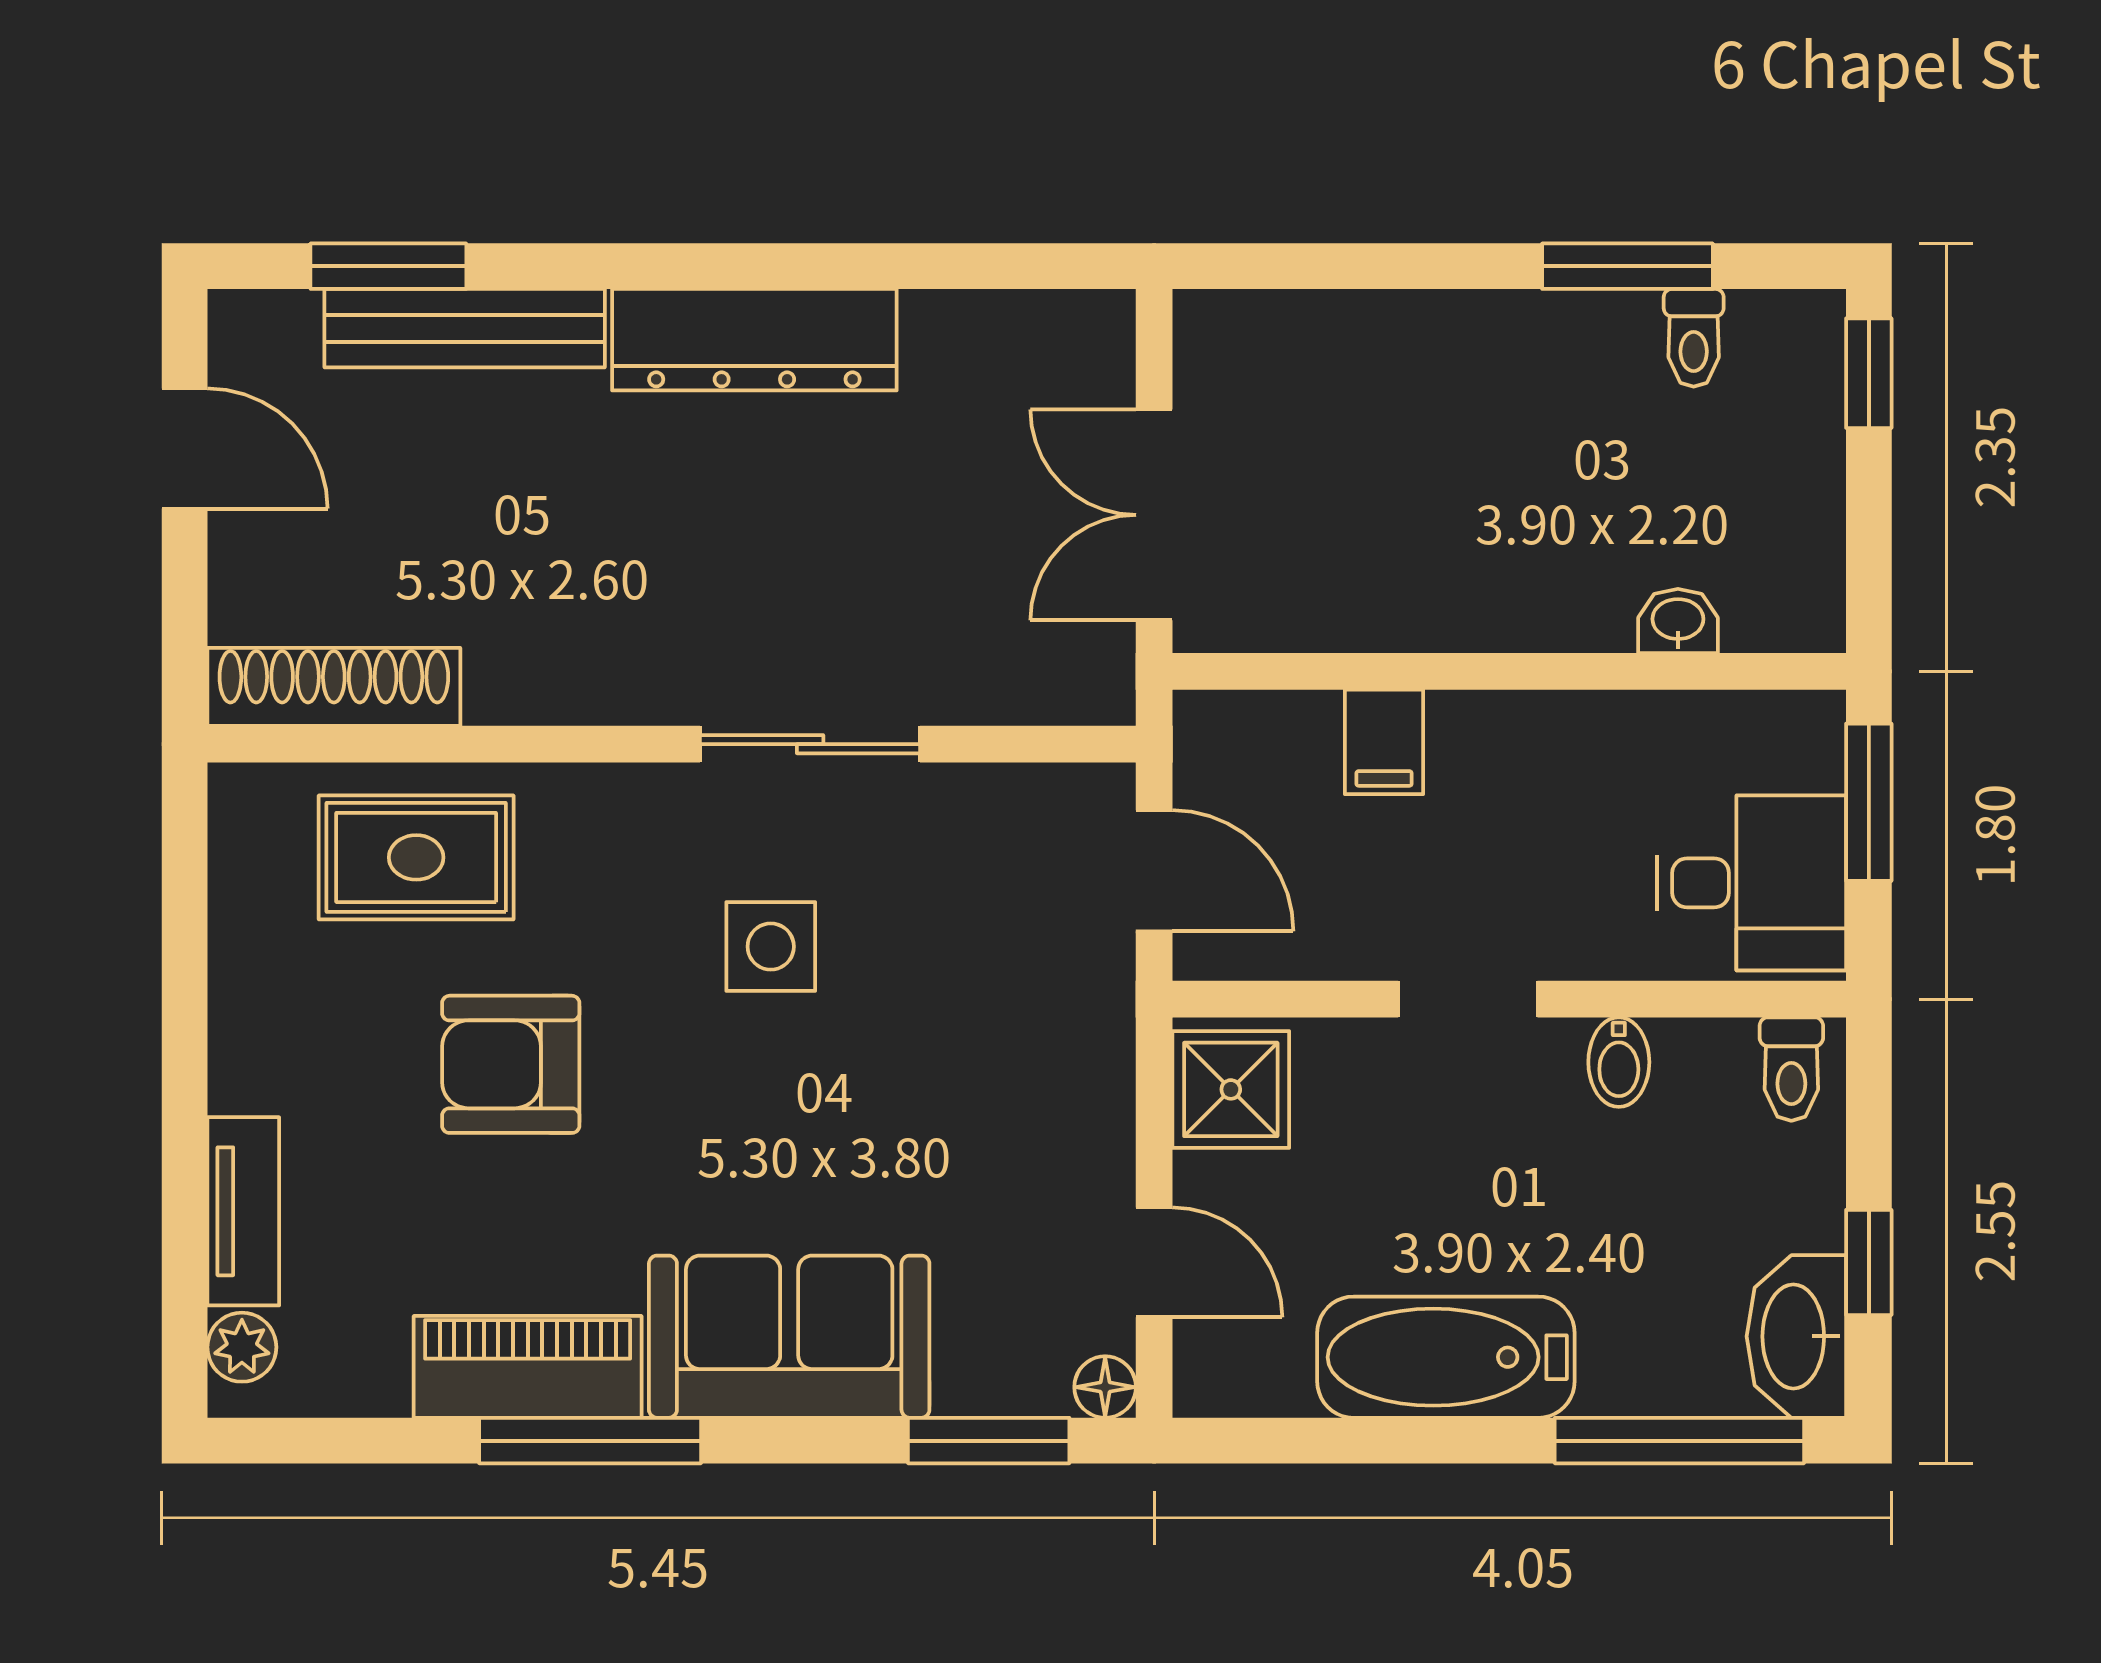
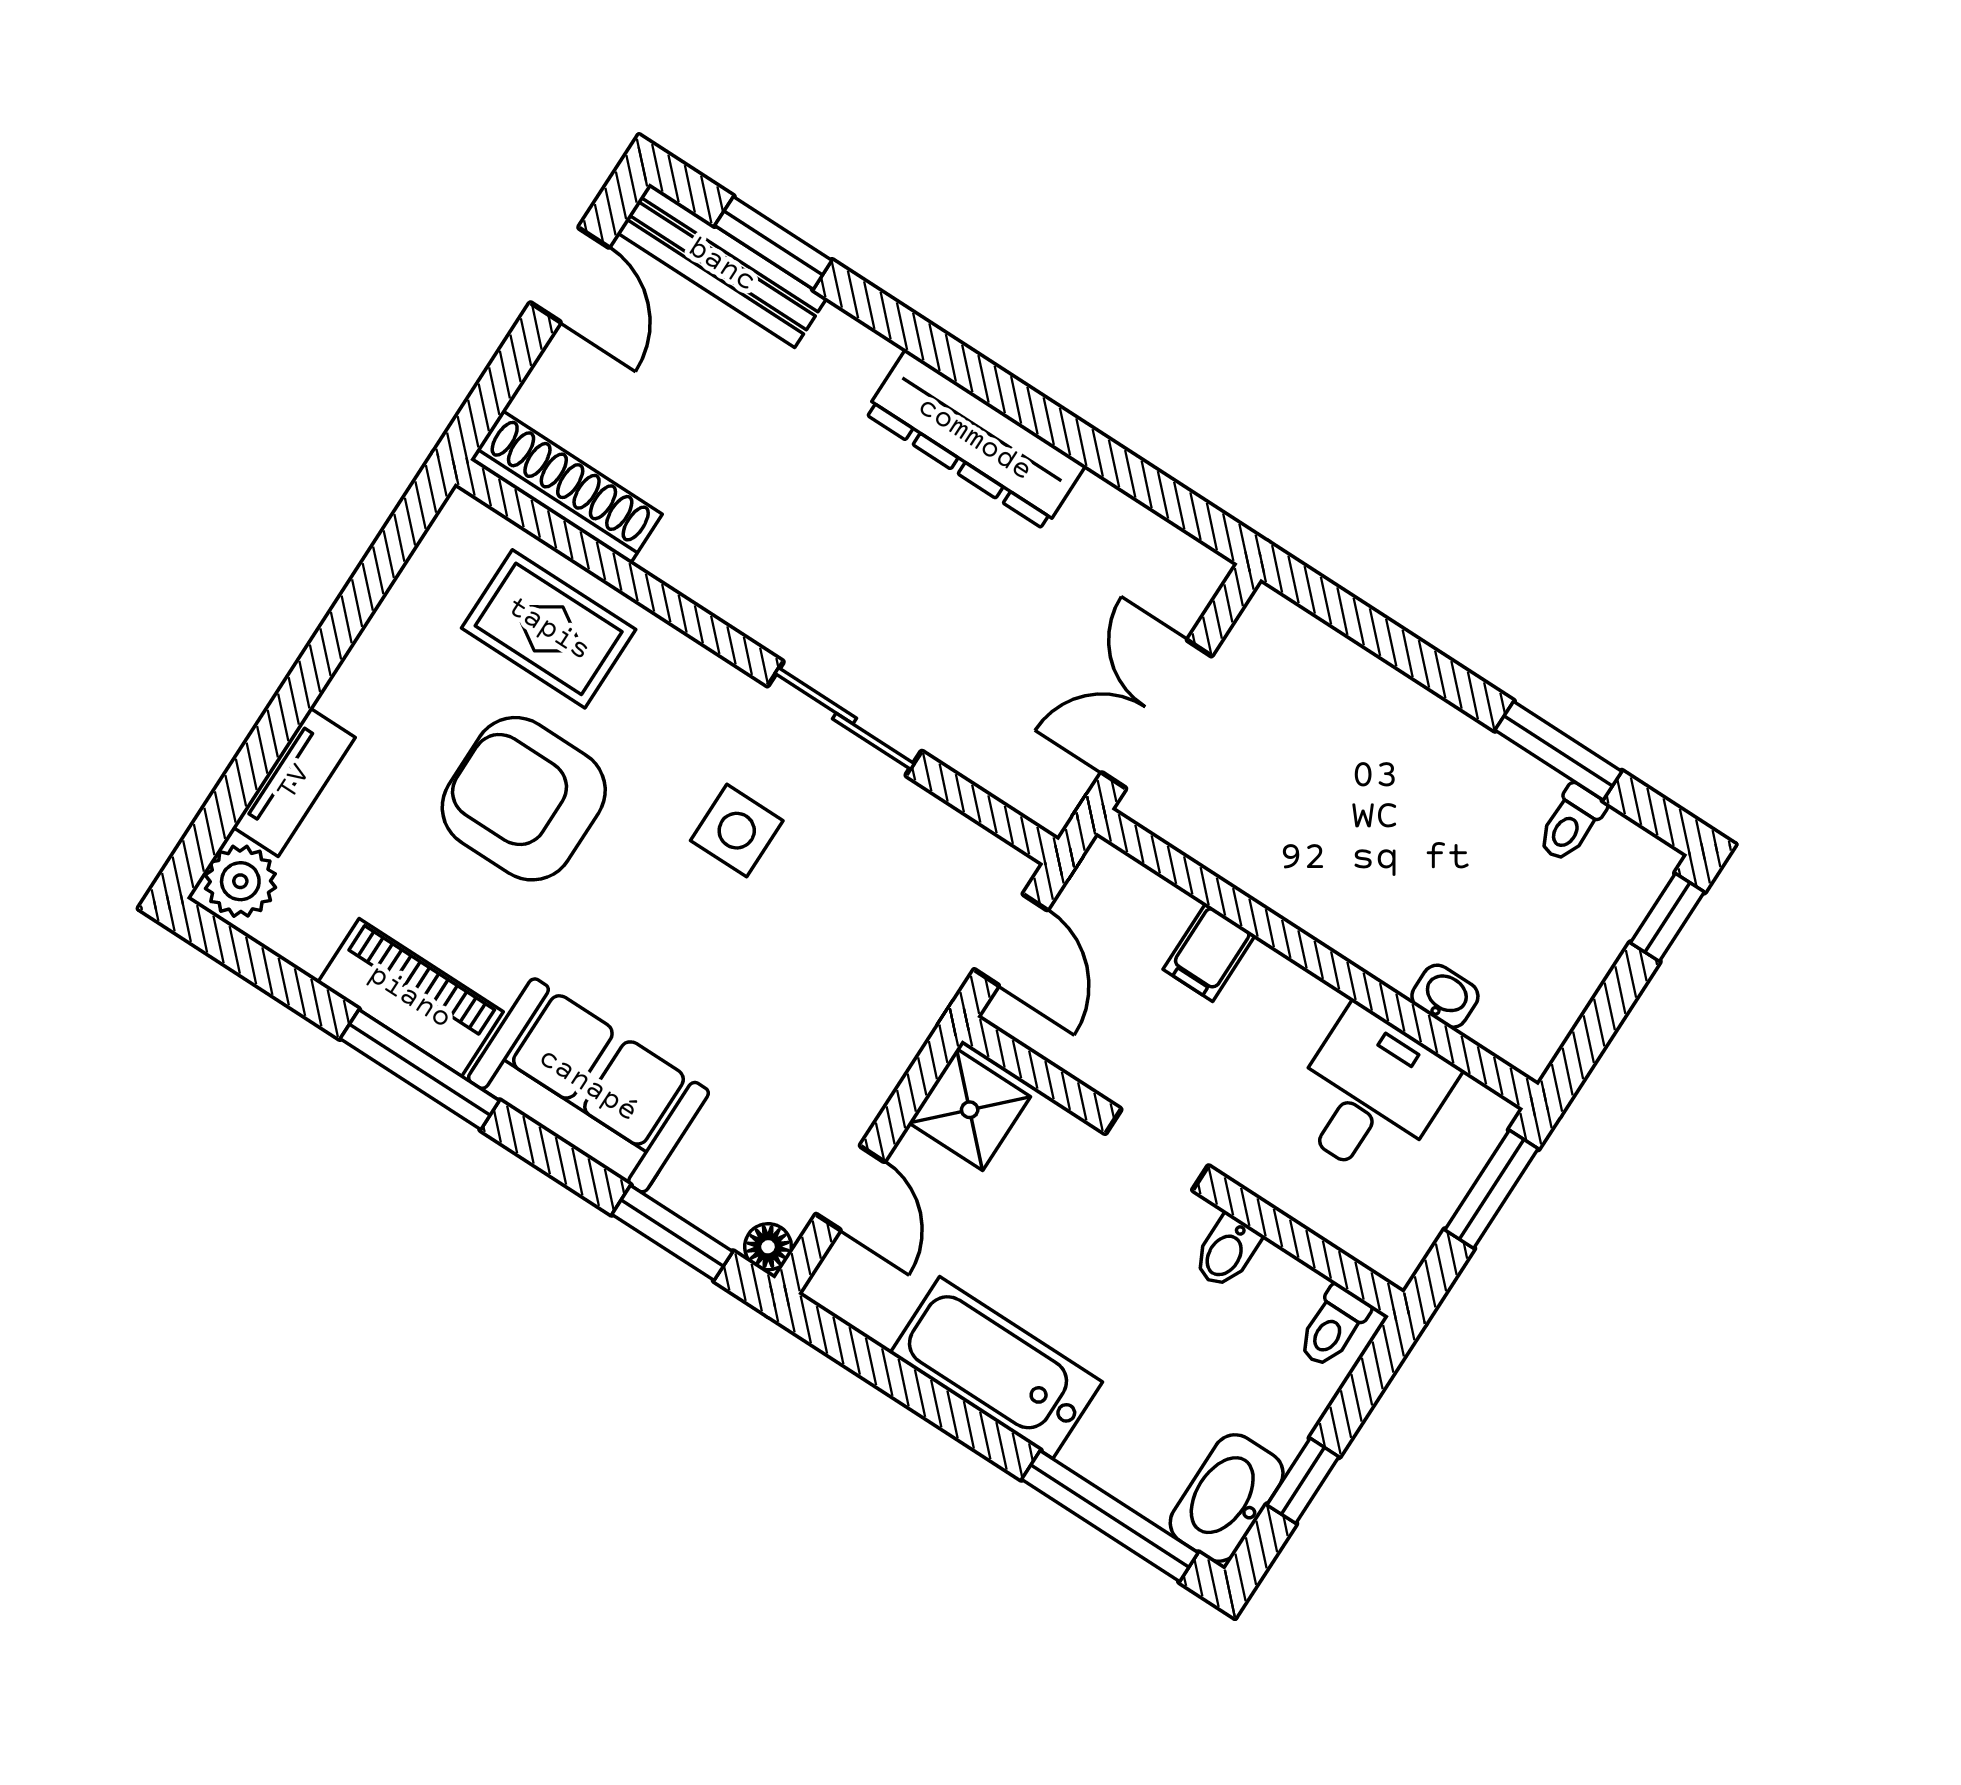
bench: (465, 328) -> (722, 265), moved
desk: (1752, 883) -> (1370, 1094), moved, turned -90
armchair: (511, 1064) -> (524, 799), width x1.36, depth x1.36
plant: (242, 1347) -> (240, 881), width x1.38, depth x1.38

